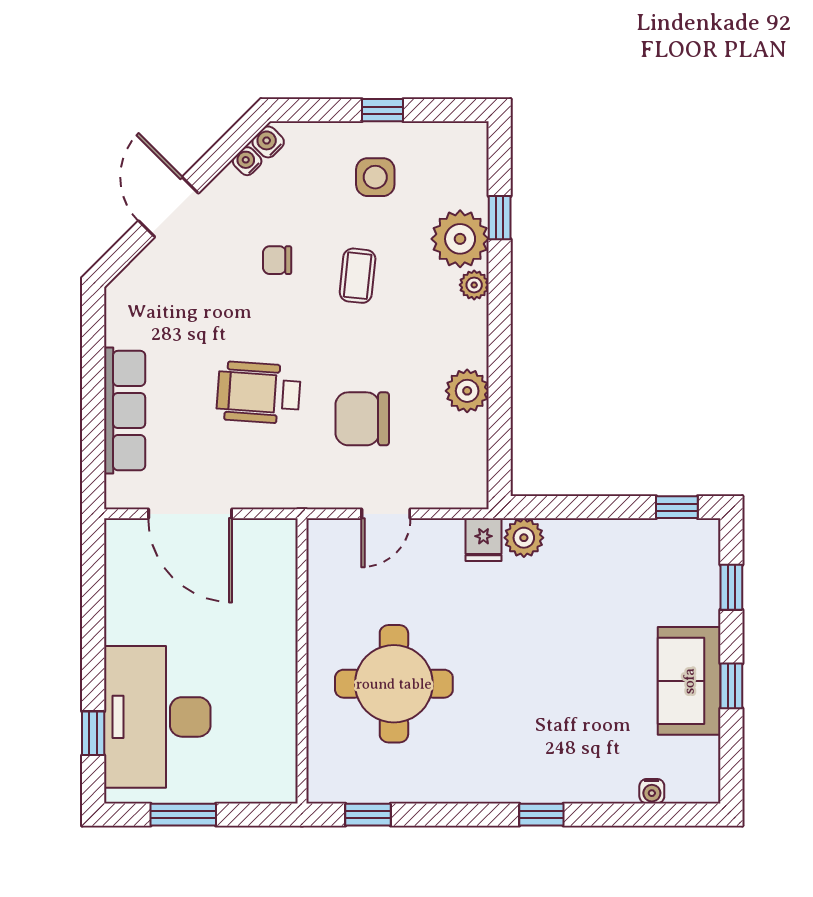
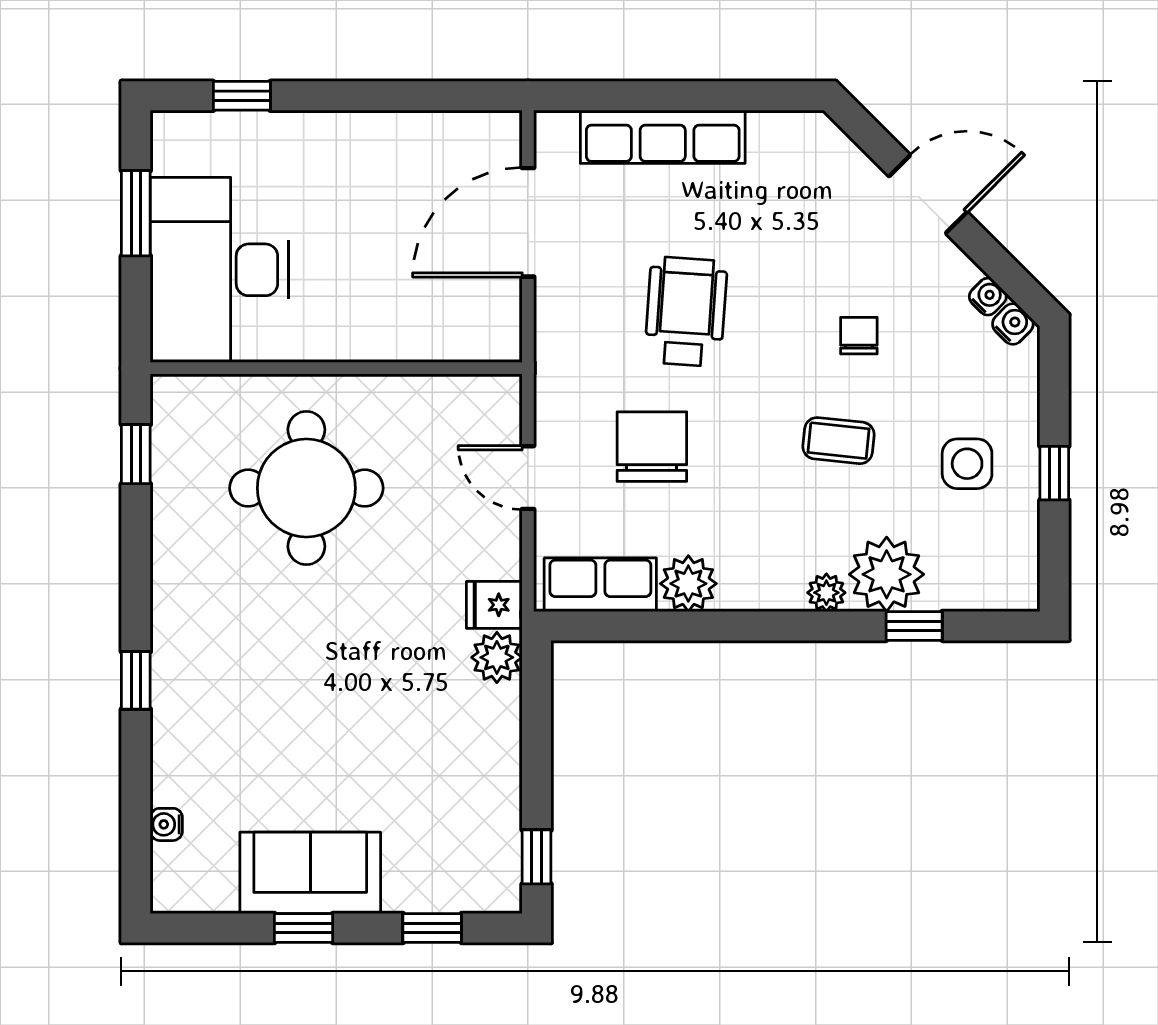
row of seats: (468, 458) -> (600, 585), added
desk: (157, 717) -> (219, 270), moved, turned -90

